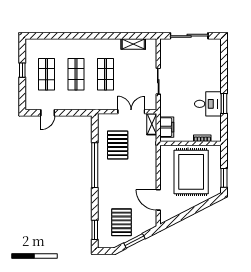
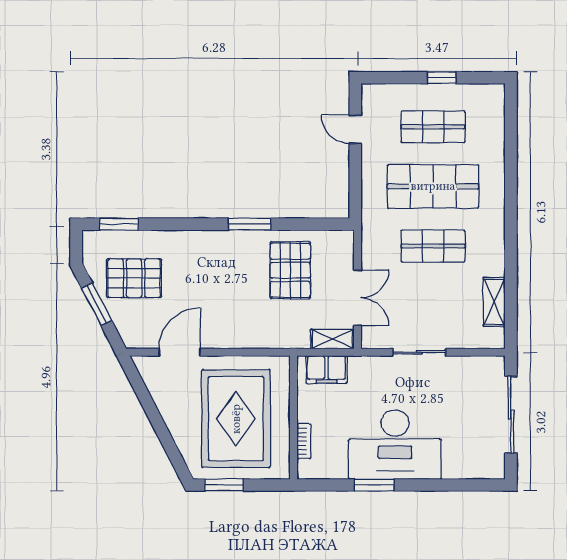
shop shelf: (76, 74) -> (433, 186), width x1.43, depth x1.36
desk: (208, 104) -> (395, 445), width x1.87, depth x1.30
pallet: (118, 145) -> (290, 270), turned 90
window: (95, 165) -> (250, 224), width x0.47
rug: (191, 172) -> (236, 419), turned 90

